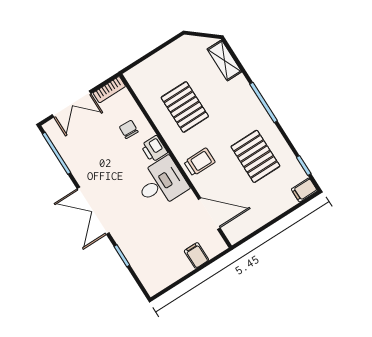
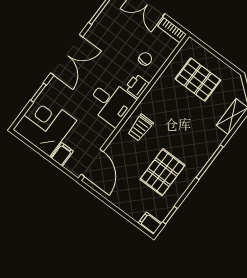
pallet: (185, 107) -> (198, 80), moved, turned 90
trolley: (200, 162) -> (140, 128), turned 90
double door: (93, 211) -> (67, 55), swing flipped
door: (209, 214) -> (92, 163), moved
corner desk: (159, 262) -> (45, 125), added

